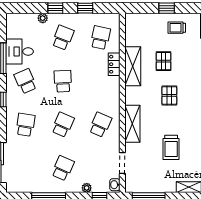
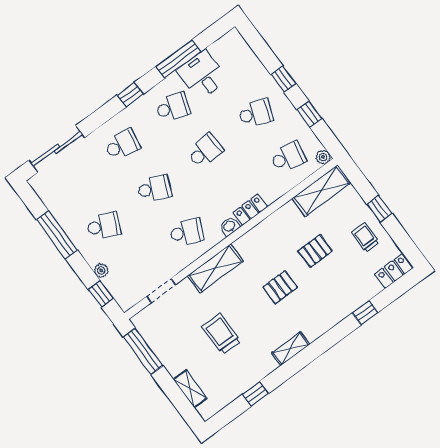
plant: (43, 18) -> (323, 157), moved
locker: (114, 64) -> (250, 210), moved
shelving: (133, 66) -> (321, 191), moved
school desk: (25, 81) -> (173, 107), turned 42
trolley: (171, 147) -> (221, 334), turned 90
washbasin: (115, 185) -> (229, 226), moved

